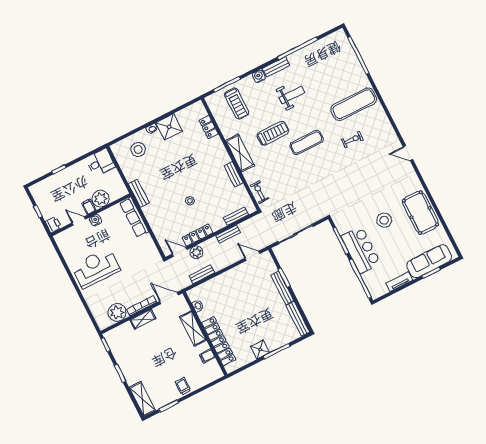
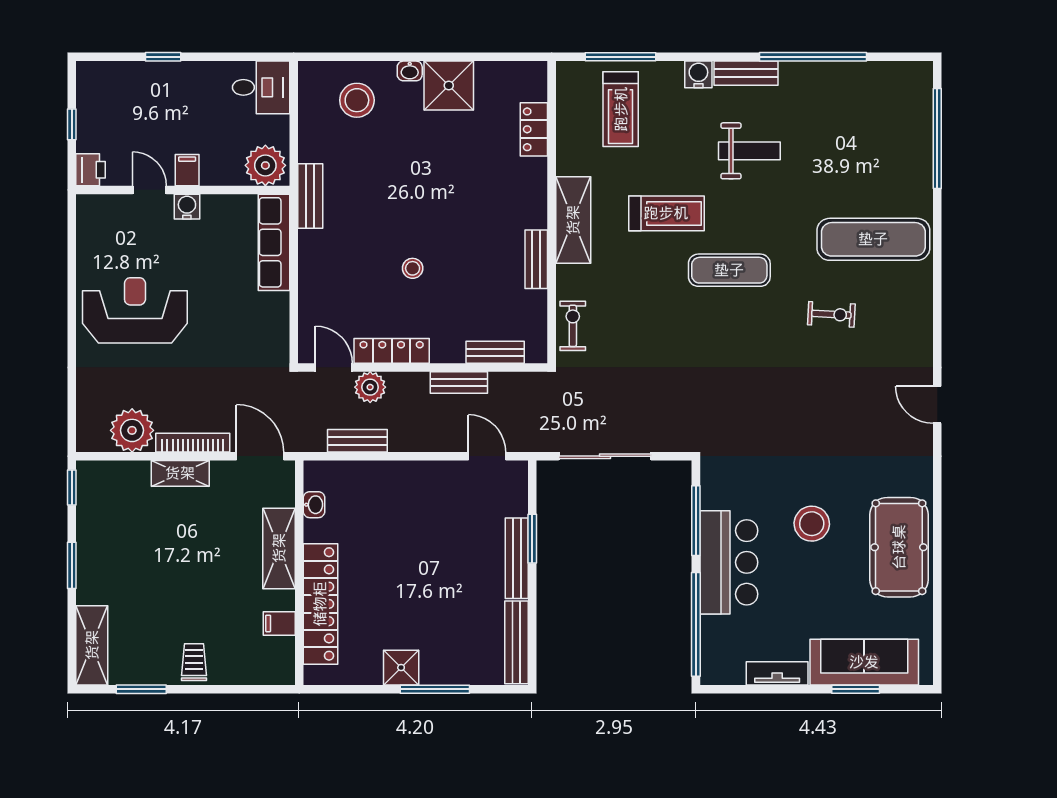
plant: (101, 199) -> (265, 165), moved

